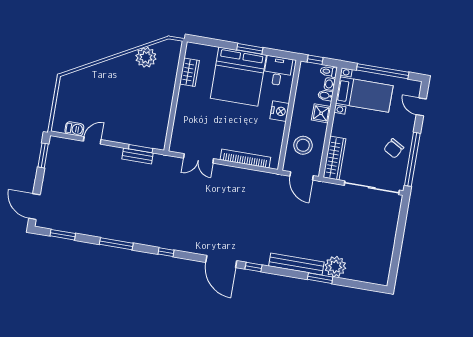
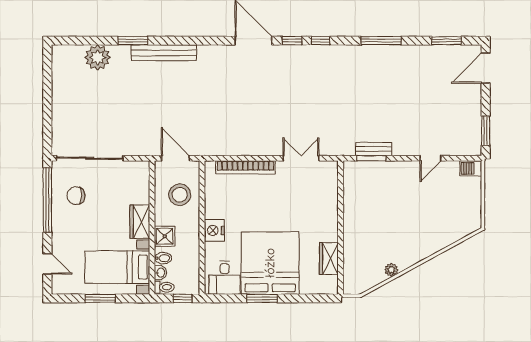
plant: (146, 57) -> (391, 270), width x0.53, depth x0.53
window: (383, 71) -> (100, 298), width x0.47
barbecue: (74, 129) -> (471, 168), moved
chair: (394, 148) -> (76, 196), moved, turned -120
wardrobe: (334, 158) -> (140, 222), moved, width x0.67
door: (34, 207) -> (486, 68), swing flipped
window: (254, 267) -> (292, 41), moved
plant: (335, 267) -> (97, 57), moved

